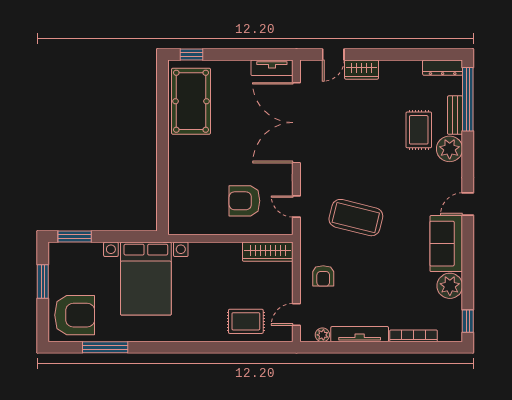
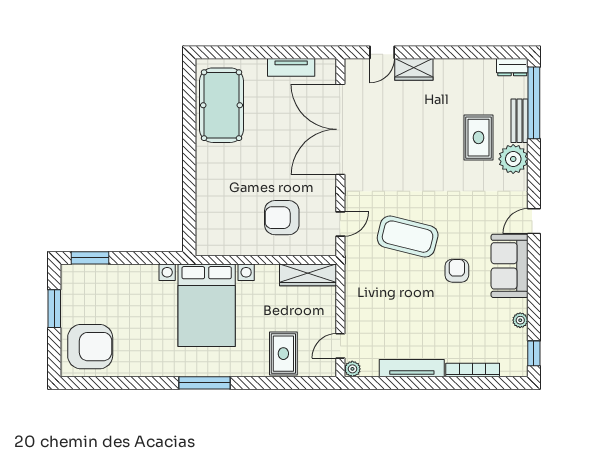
window: (192, 54) -> (222, 52), removed
tv unit: (272, 68) -> (291, 67), moved
dresser: (443, 68) -> (512, 67), width x0.70
door: (296, 207) -> (340, 224), swing flipped
armchair: (323, 276) -> (457, 271), moved, turned 180
bed with nightstands: (146, 279) -> (207, 305), moved
plant: (450, 286) -> (520, 320), width x0.53, depth x0.53
rug: (246, 321) -> (283, 354), turned 90
plant: (322, 335) -> (352, 369), moved
window: (105, 347) -> (204, 383), moved

